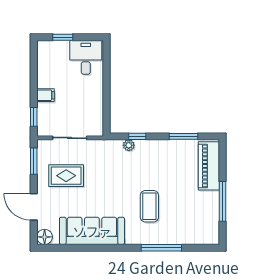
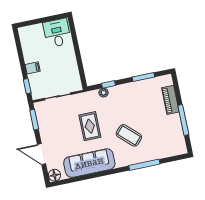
window: (63, 37) -> (36, 21), removed
piano: (209, 166) -> (170, 100), width x0.73, depth x0.75
rug: (66, 176) -> (90, 126), moved, turned 90
coffee table: (149, 206) -> (129, 135), turned -47

